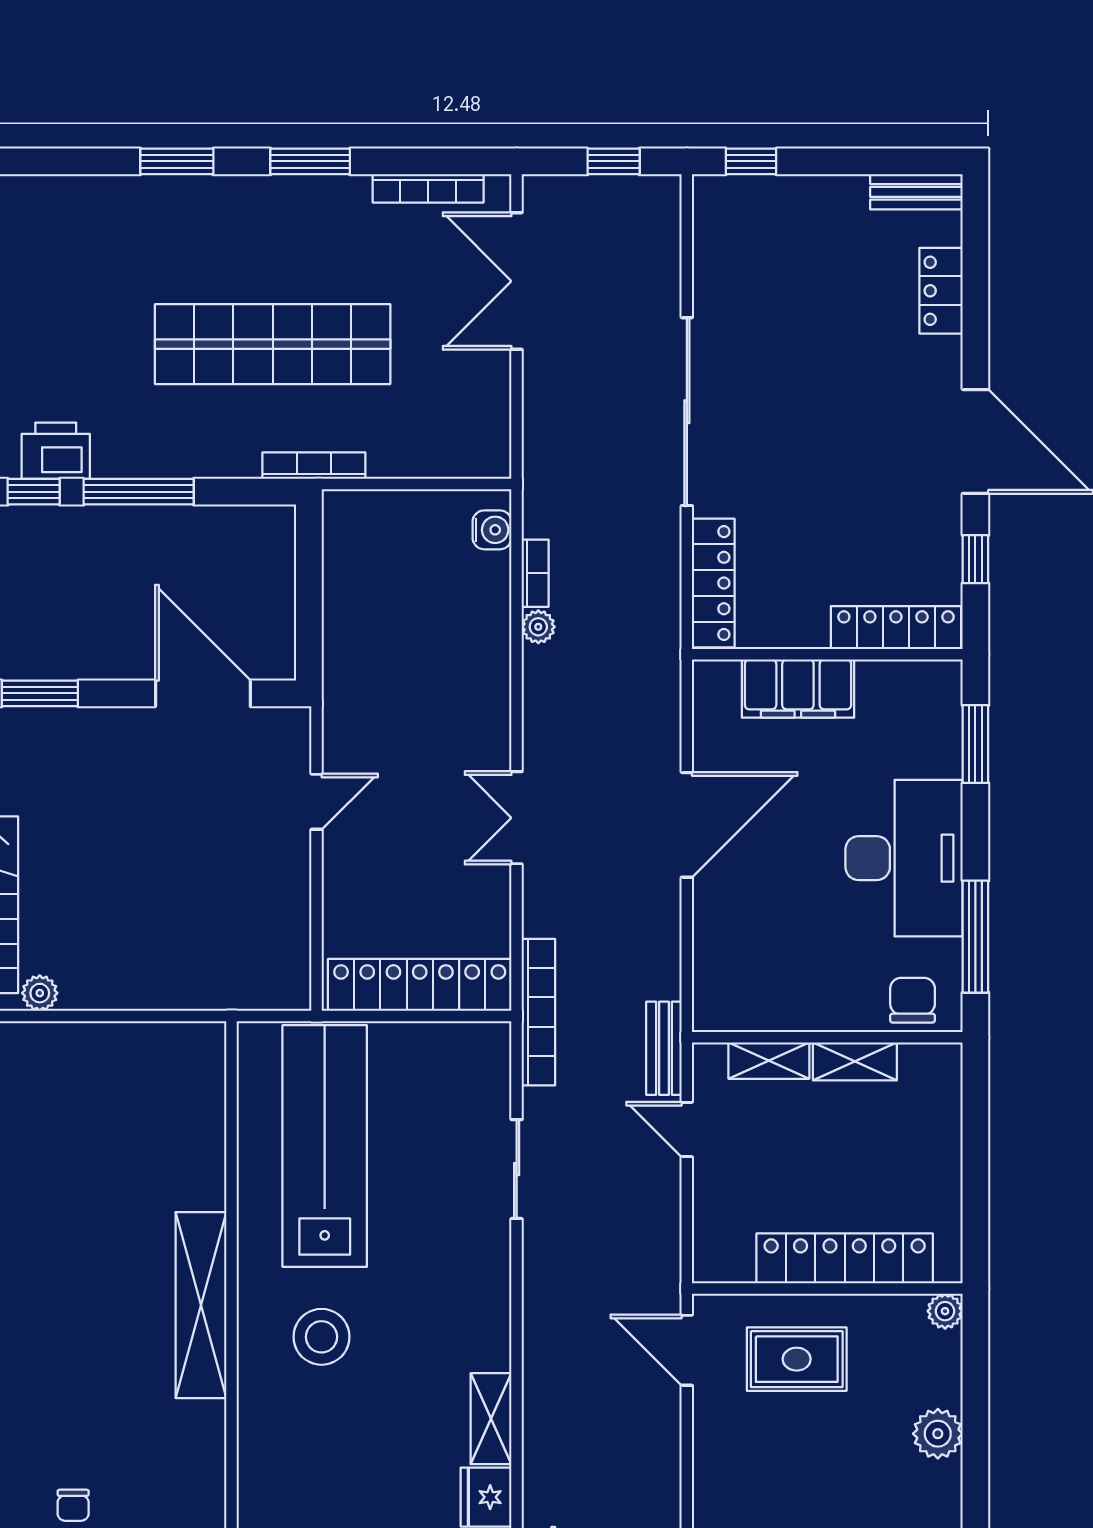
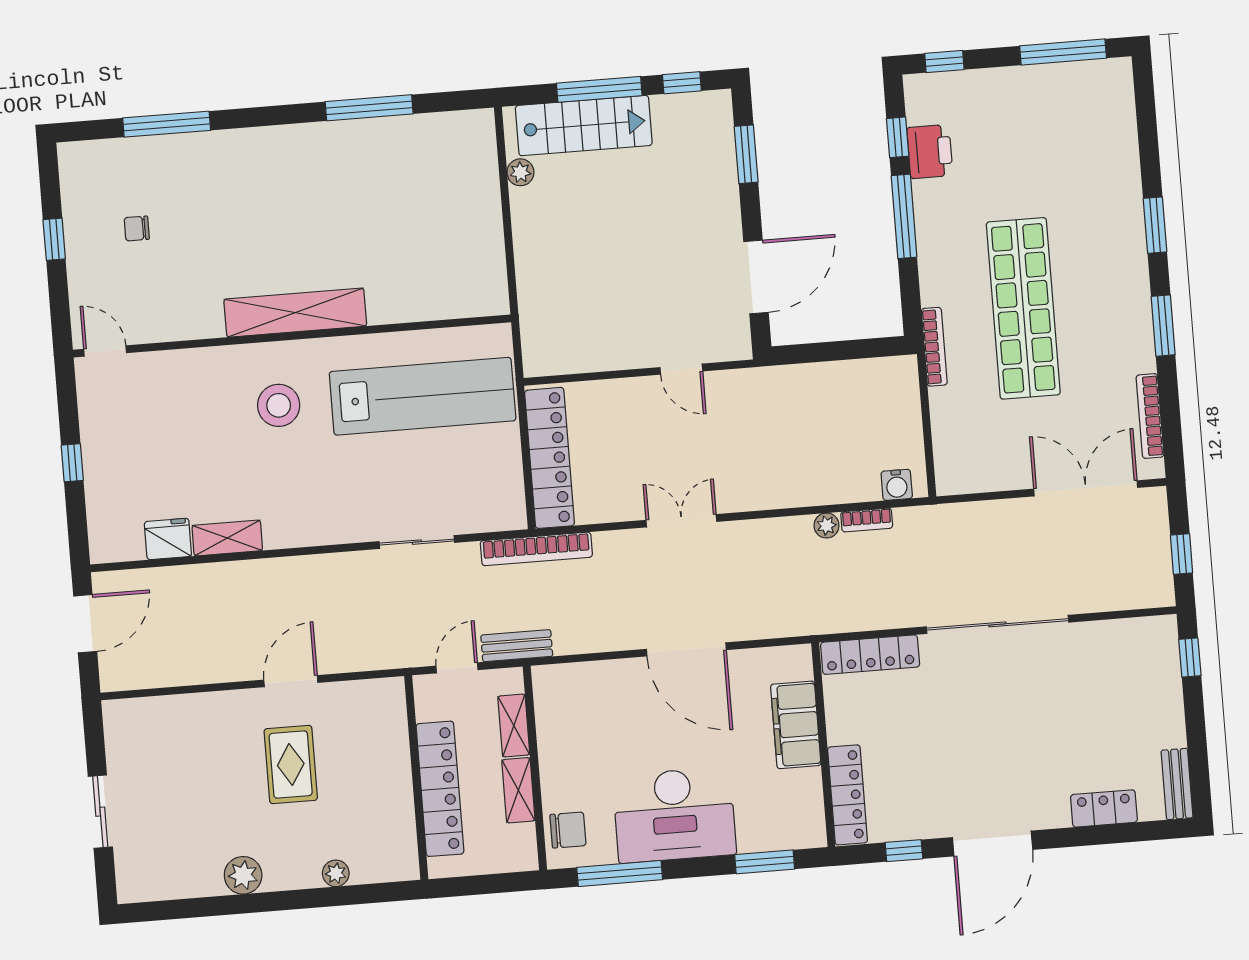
locker: (845, 1258) -> (440, 789), moved
wall: (827, 1288) -> (416, 778), moved

